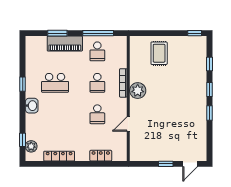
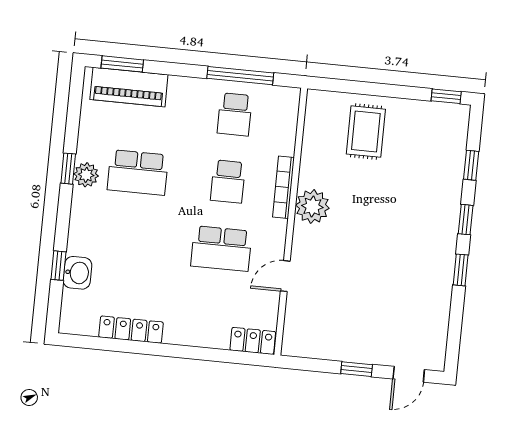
window: (57, 33) -> (122, 64), moved
piano: (65, 44) -> (129, 87), moved
washbasin: (32, 106) -> (77, 273), moved
school desk: (97, 114) -> (221, 249), width x1.85
window: (23, 140) -> (59, 266), moved
plant: (31, 146) -> (86, 175), moved
locker: (101, 156) -> (253, 341), moved

